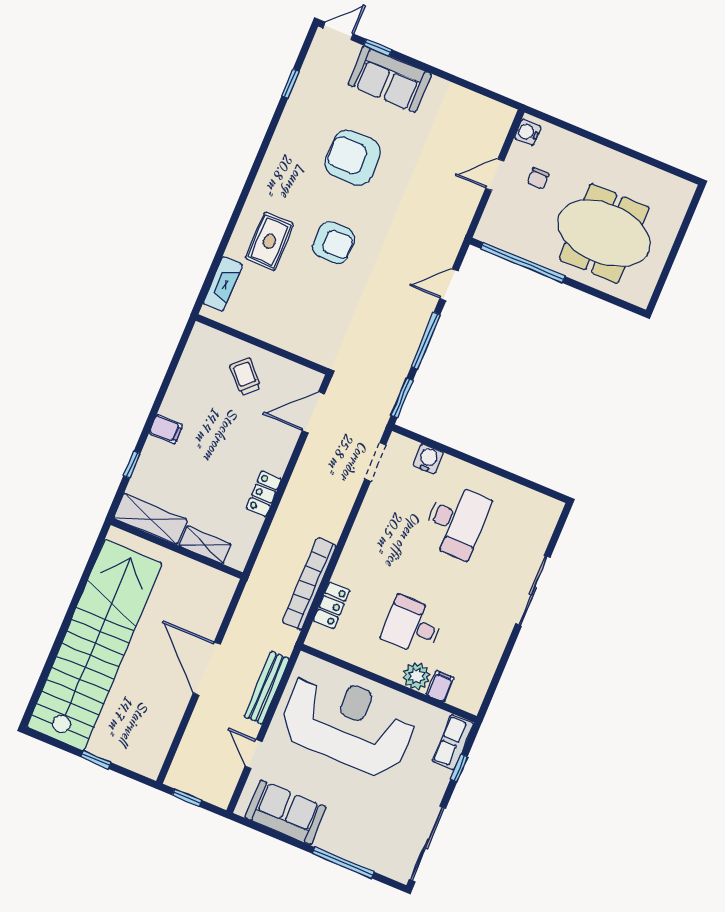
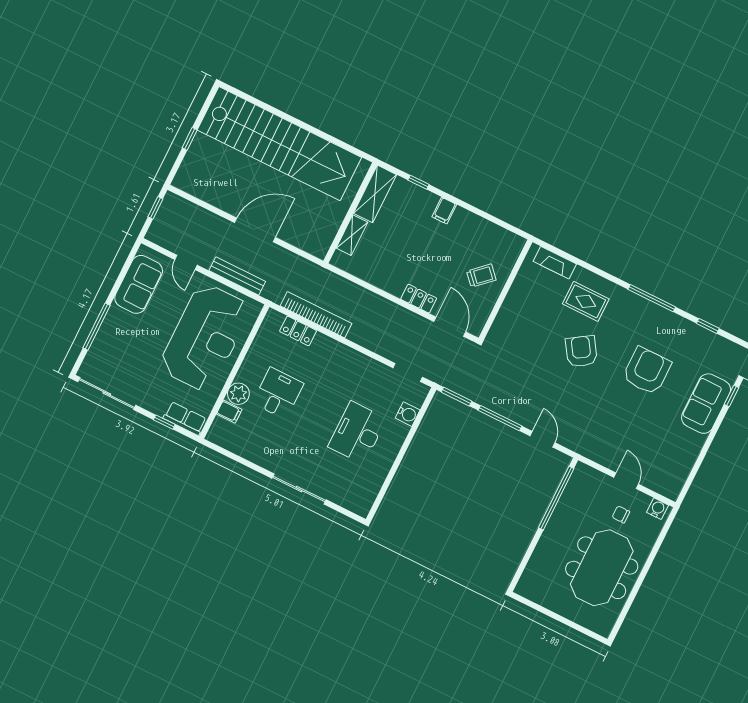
window: (260, 157) -> (652, 298), added
meeting table: (604, 233) -> (602, 568), moved
armchair: (334, 243) -> (581, 351), turned 147
locker: (264, 494) -> (419, 299), moved
desk: (456, 521) -> (357, 433), turned 90
door: (254, 754) -> (186, 262), swing flipped

